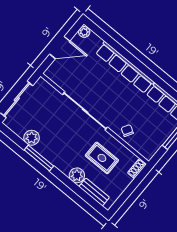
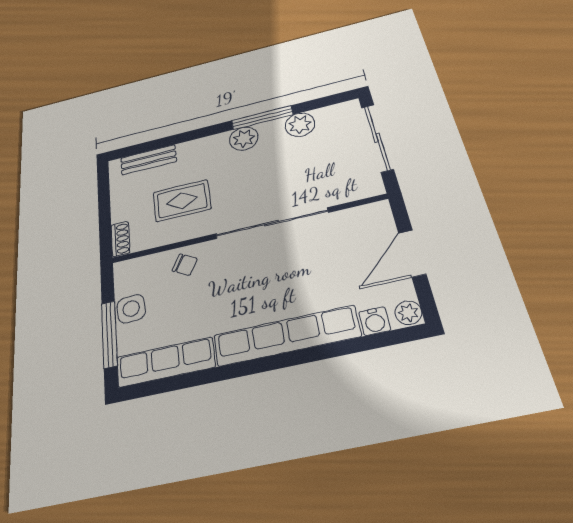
water cooler: (96, 41) -> (375, 321), added
side table: (160, 136) -> (131, 309), added
plant: (77, 175) -> (244, 139), moved

